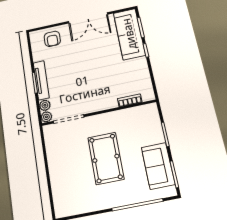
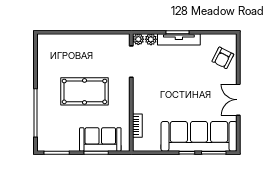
double door: (88, 18) -> (238, 100), width x0.73
sofa: (129, 34) -> (199, 136), width x1.36, depth x1.27
armchair: (52, 39) -> (223, 58), turned -63
sofa: (158, 166) -> (100, 139), moved

